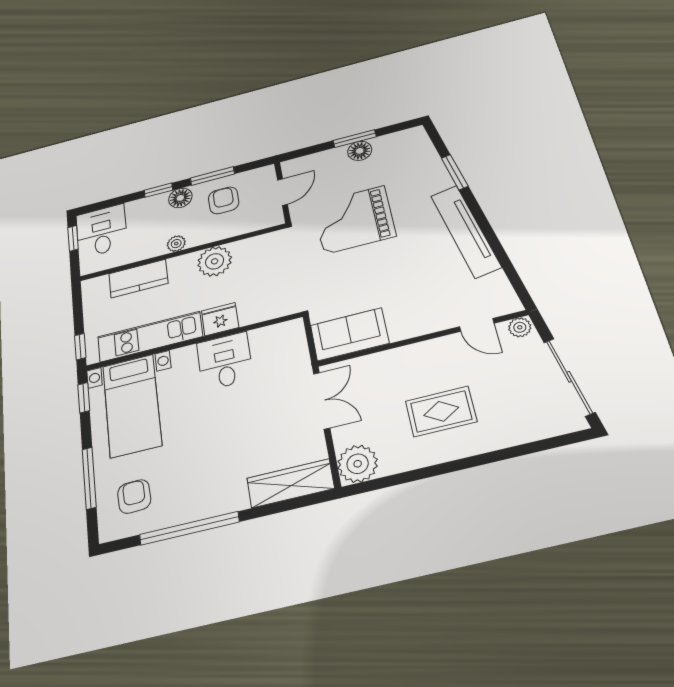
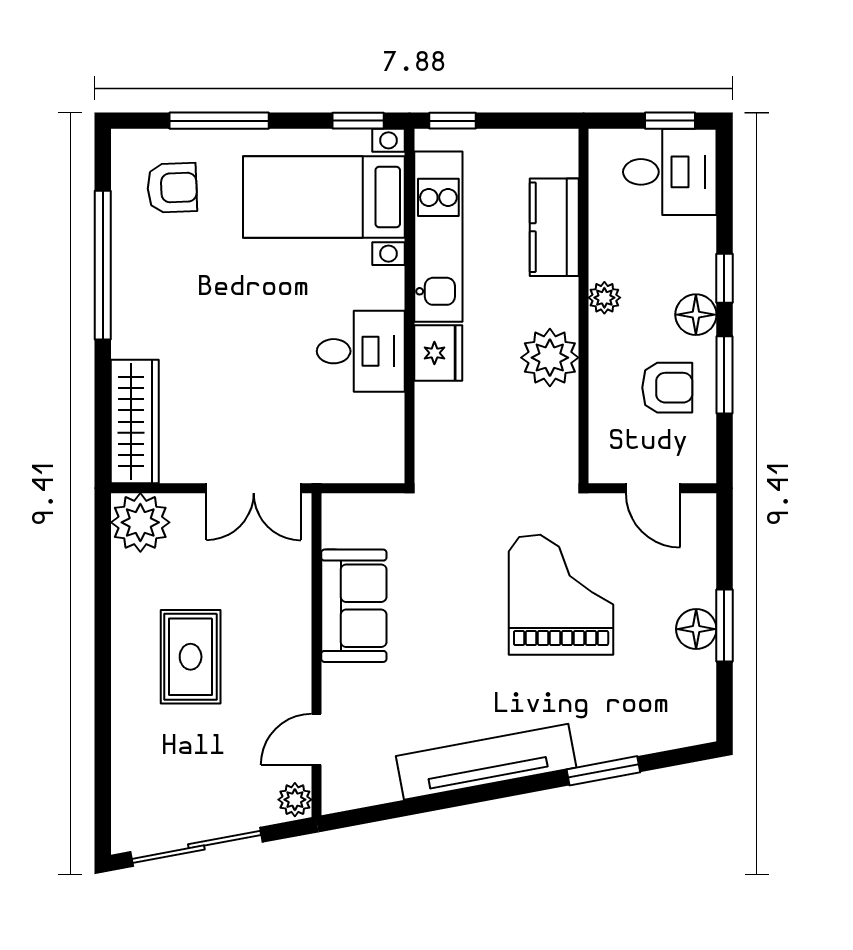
sofa: (350, 334) -> (354, 606), moved

